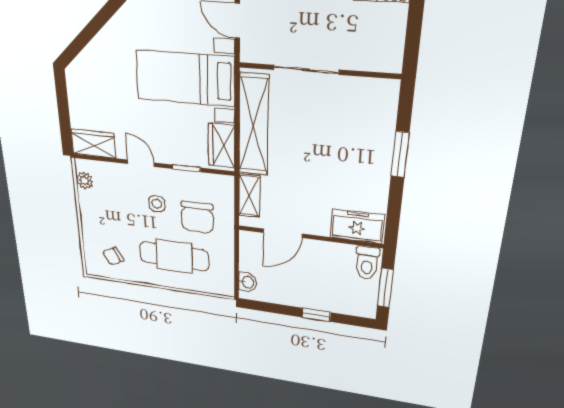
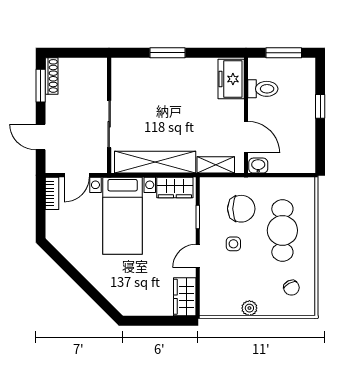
plant: (85, 181) -> (249, 308), moved
toilet: (367, 263) -> (263, 89), moved
washbasin: (247, 282) -> (258, 166), moved

